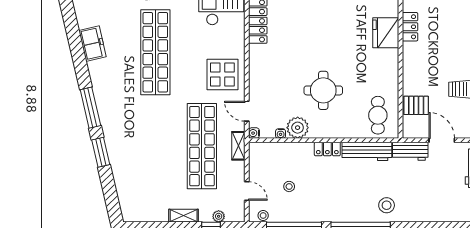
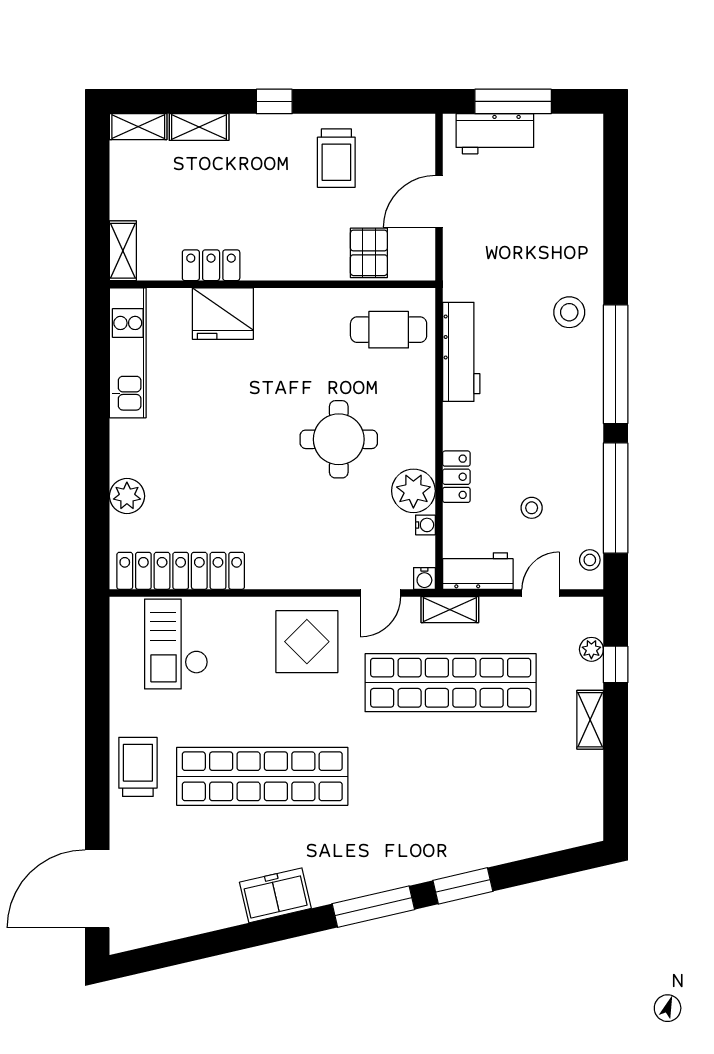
freezer: (92, 44) -> (275, 895), moved
locker: (327, 149) -> (456, 477), moved
workbench: (410, 151) -> (478, 571), moved, turned -90

